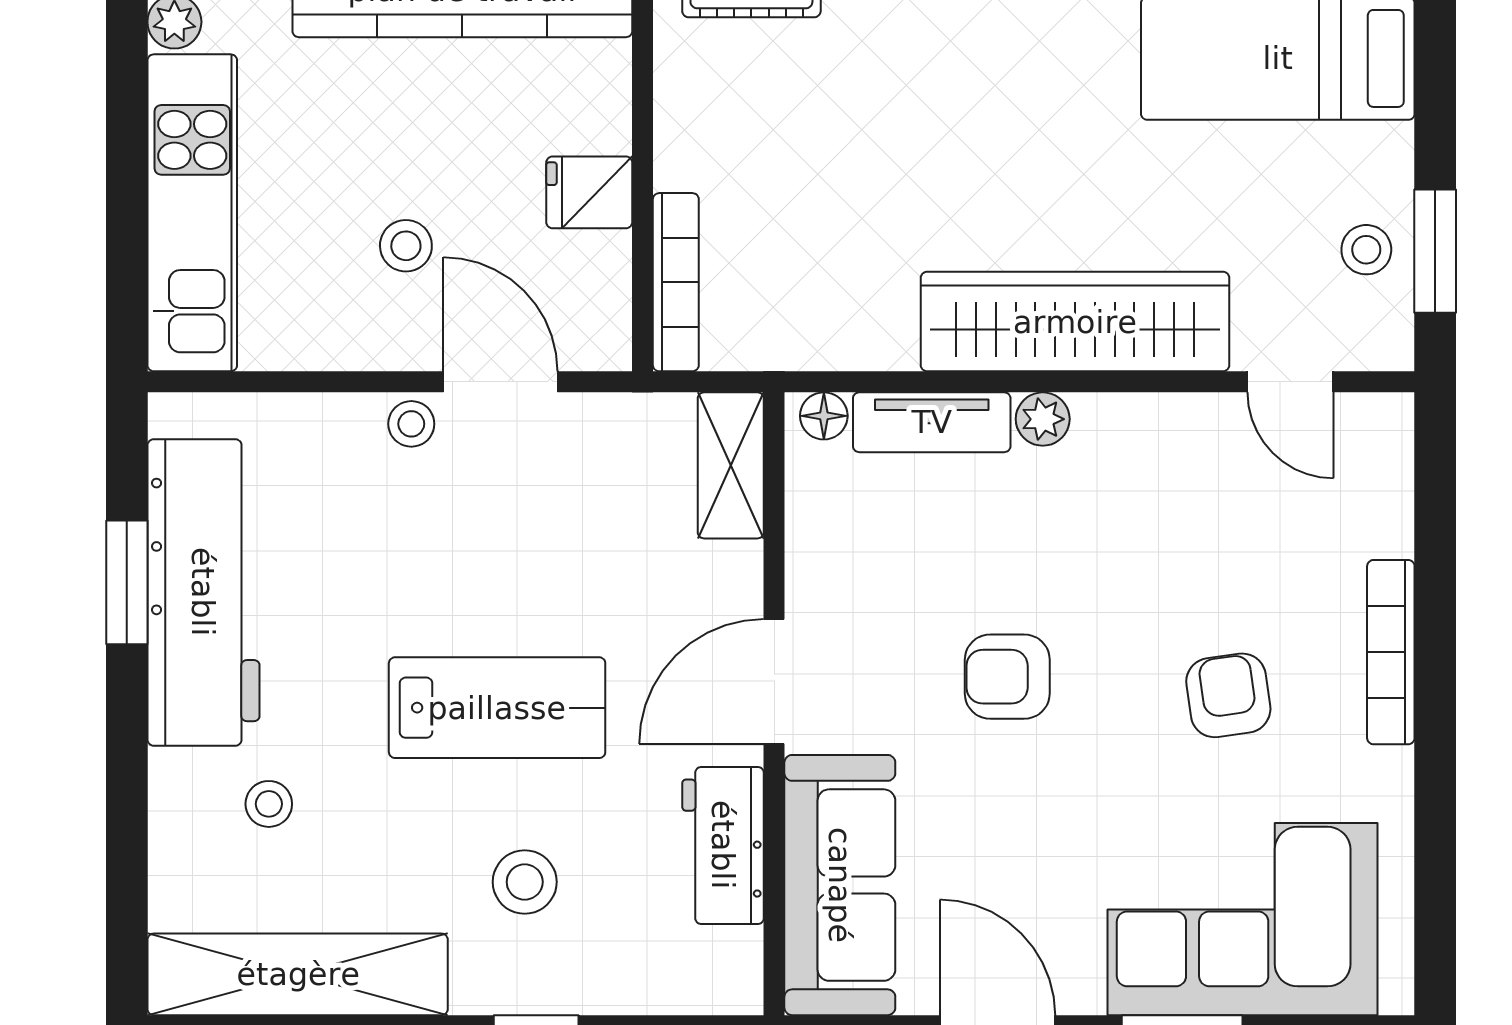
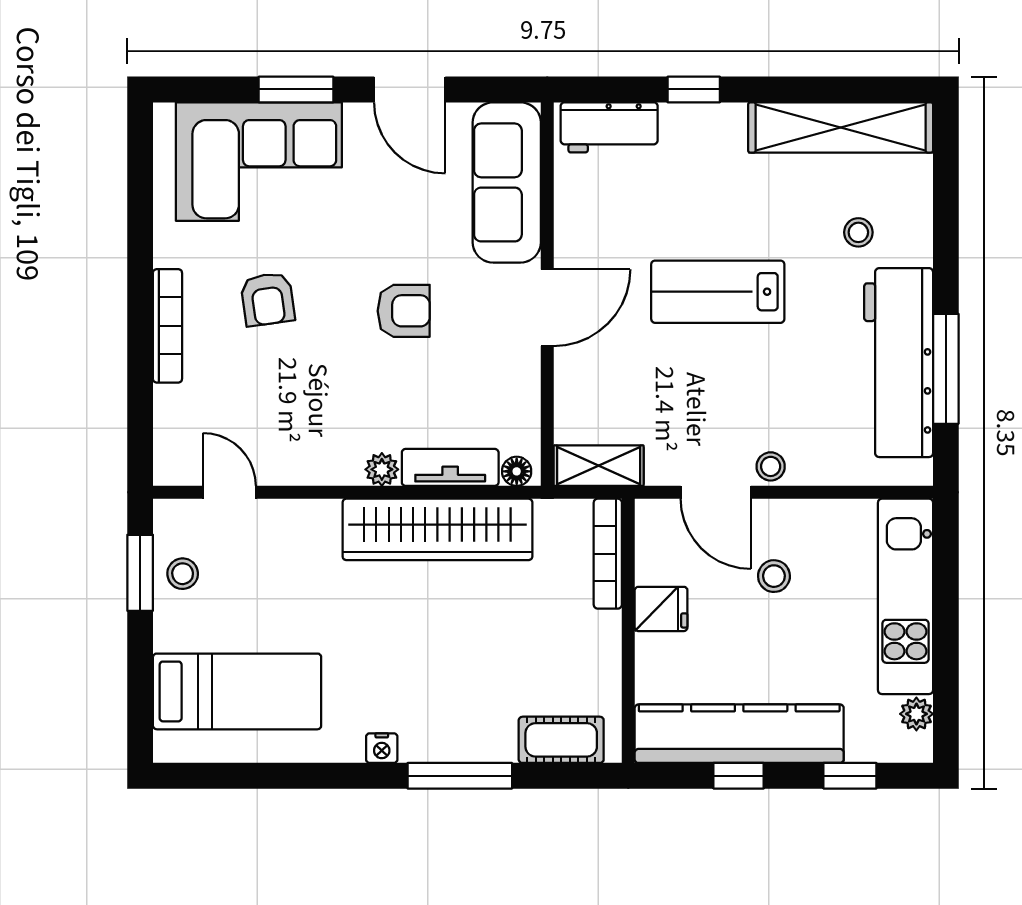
wardrobe: (1075, 322) -> (437, 529), moved
shelving: (731, 465) -> (599, 466), moved, turned 90
window: (127, 582) -> (946, 369), width x1.44
workbench: (723, 845) -> (609, 127), moved, turned 90
stool: (525, 882) -> (701, 184), removed

